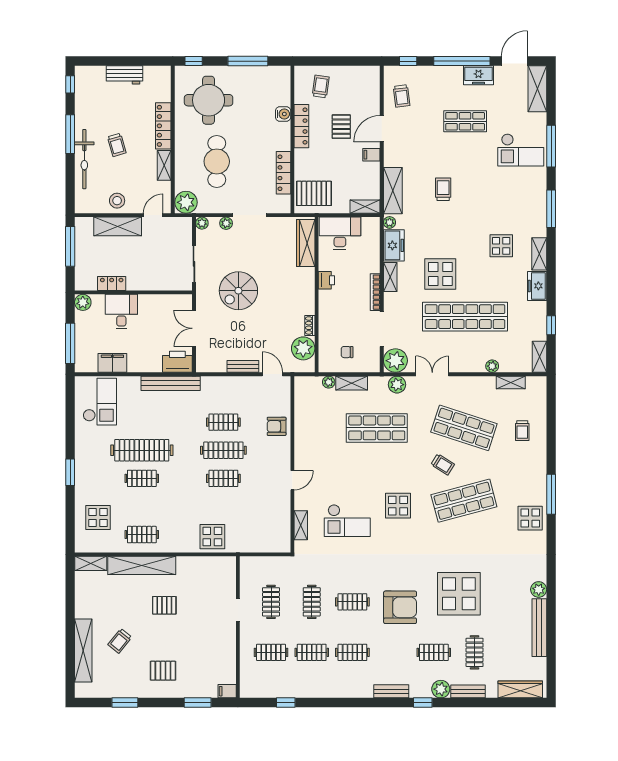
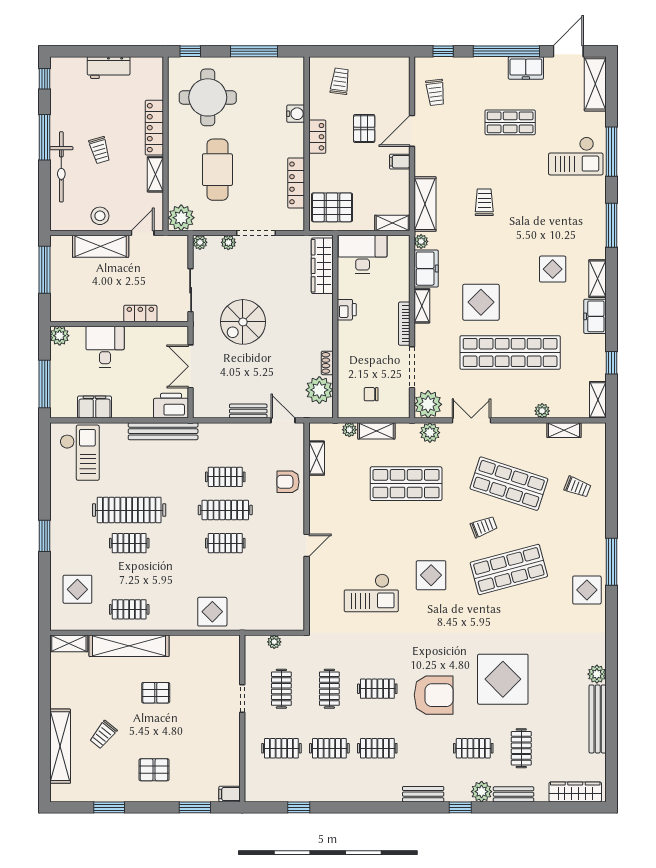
locker: (301, 126) -> (317, 137), width x0.66
locker: (112, 284) -> (140, 314), moved
trolley: (522, 431) -> (578, 487), turned -69
trolley: (443, 464) -> (484, 527), turned -53
shelving: (301, 525) -> (317, 458), moved
plant: (265, 562) -> (274, 642), added

